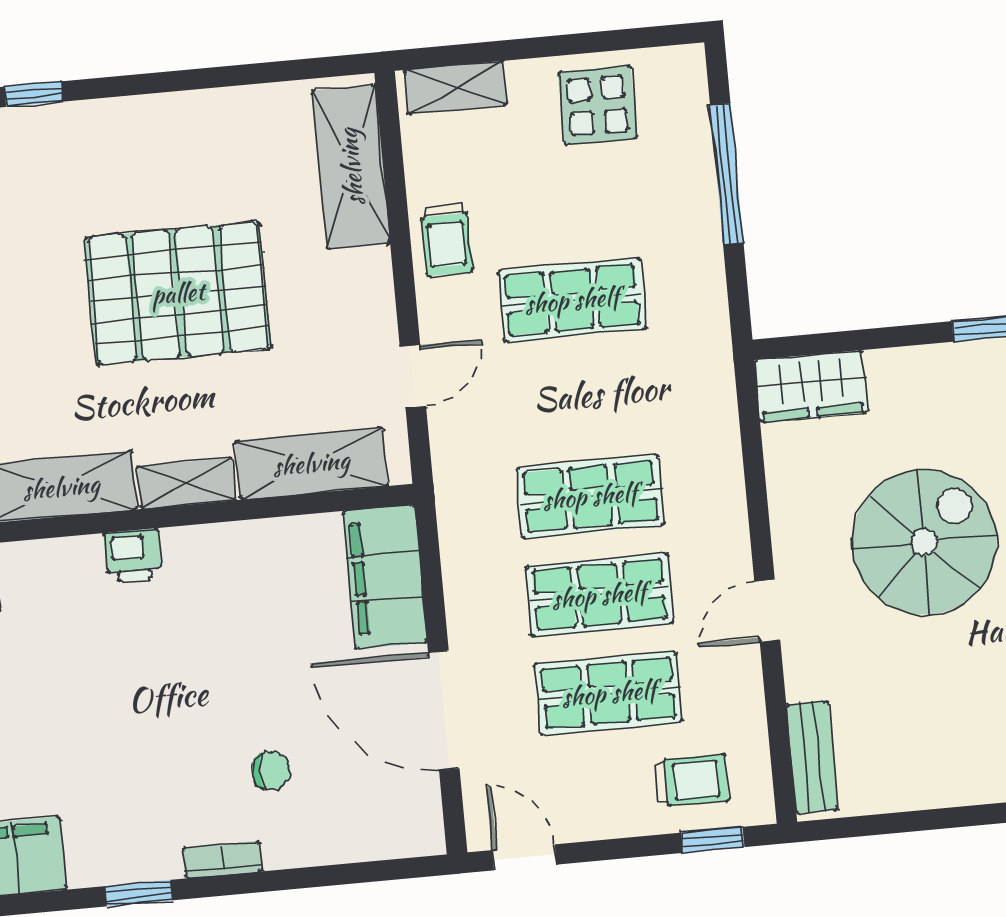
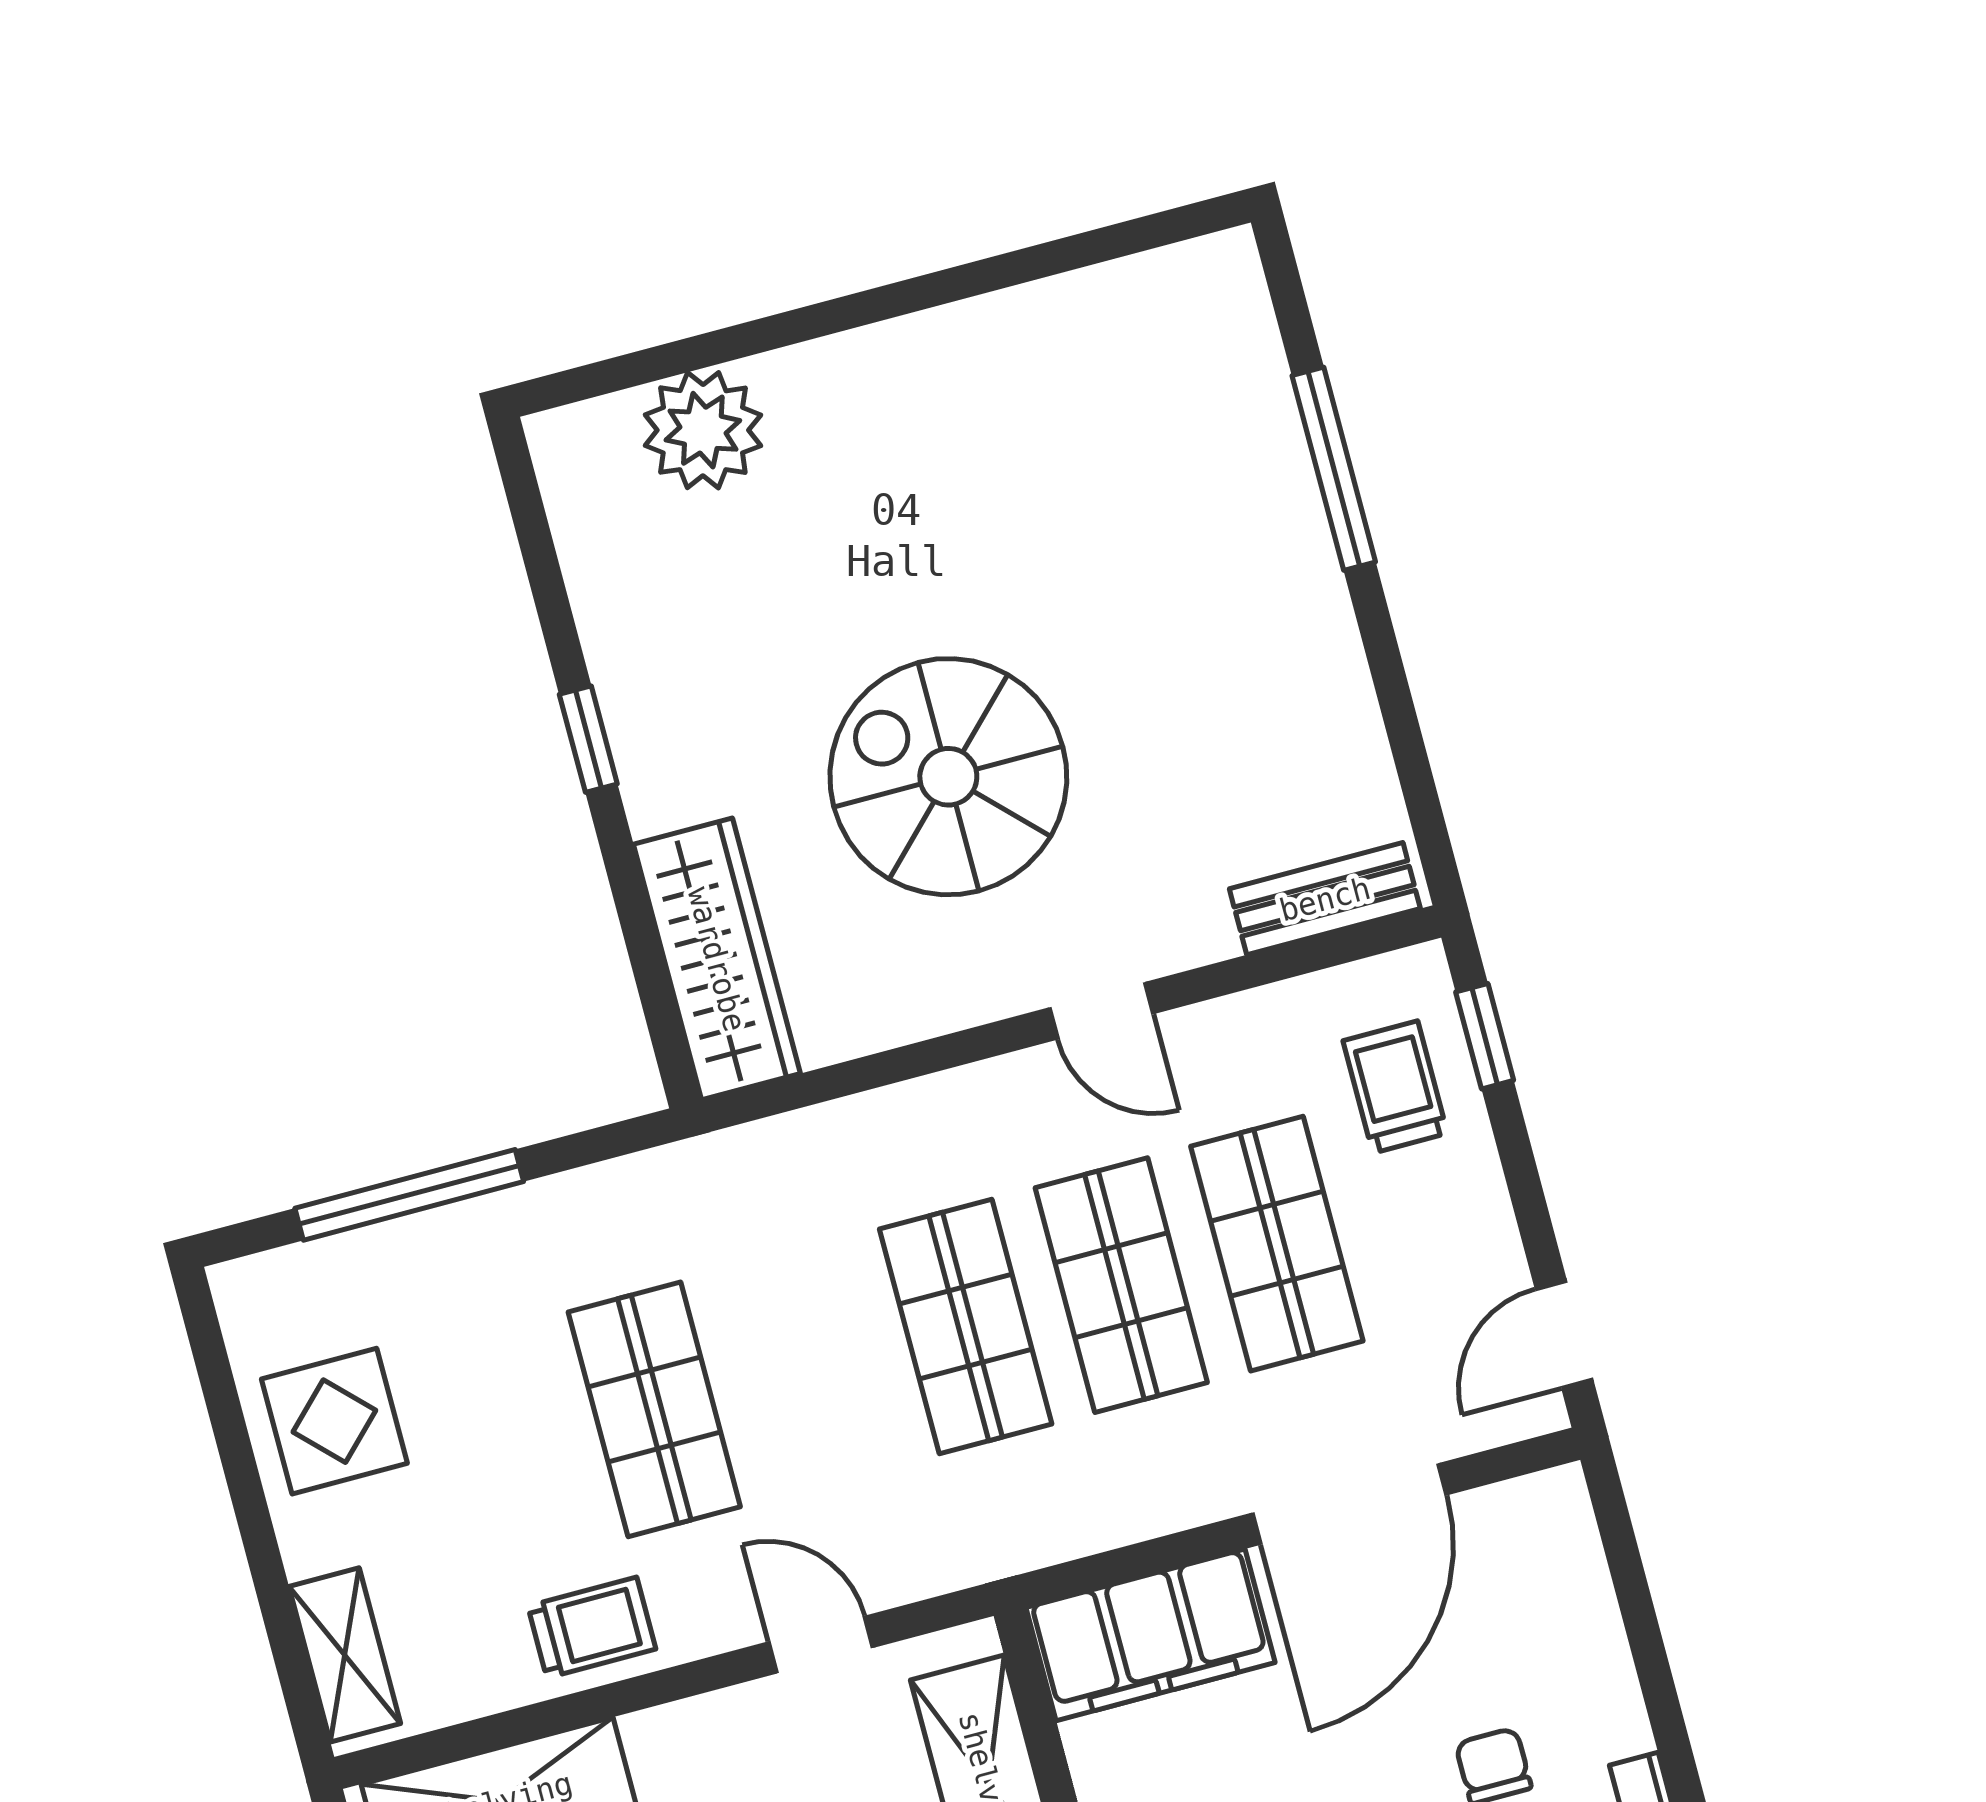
wardrobe: (811, 386) -> (717, 959), width x1.50

